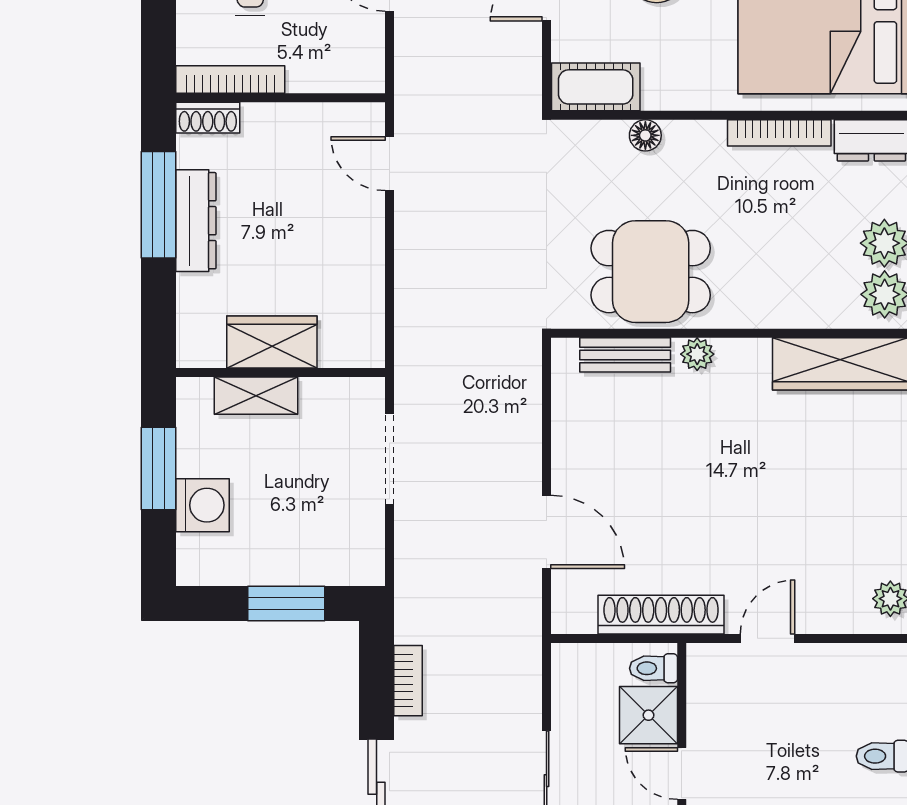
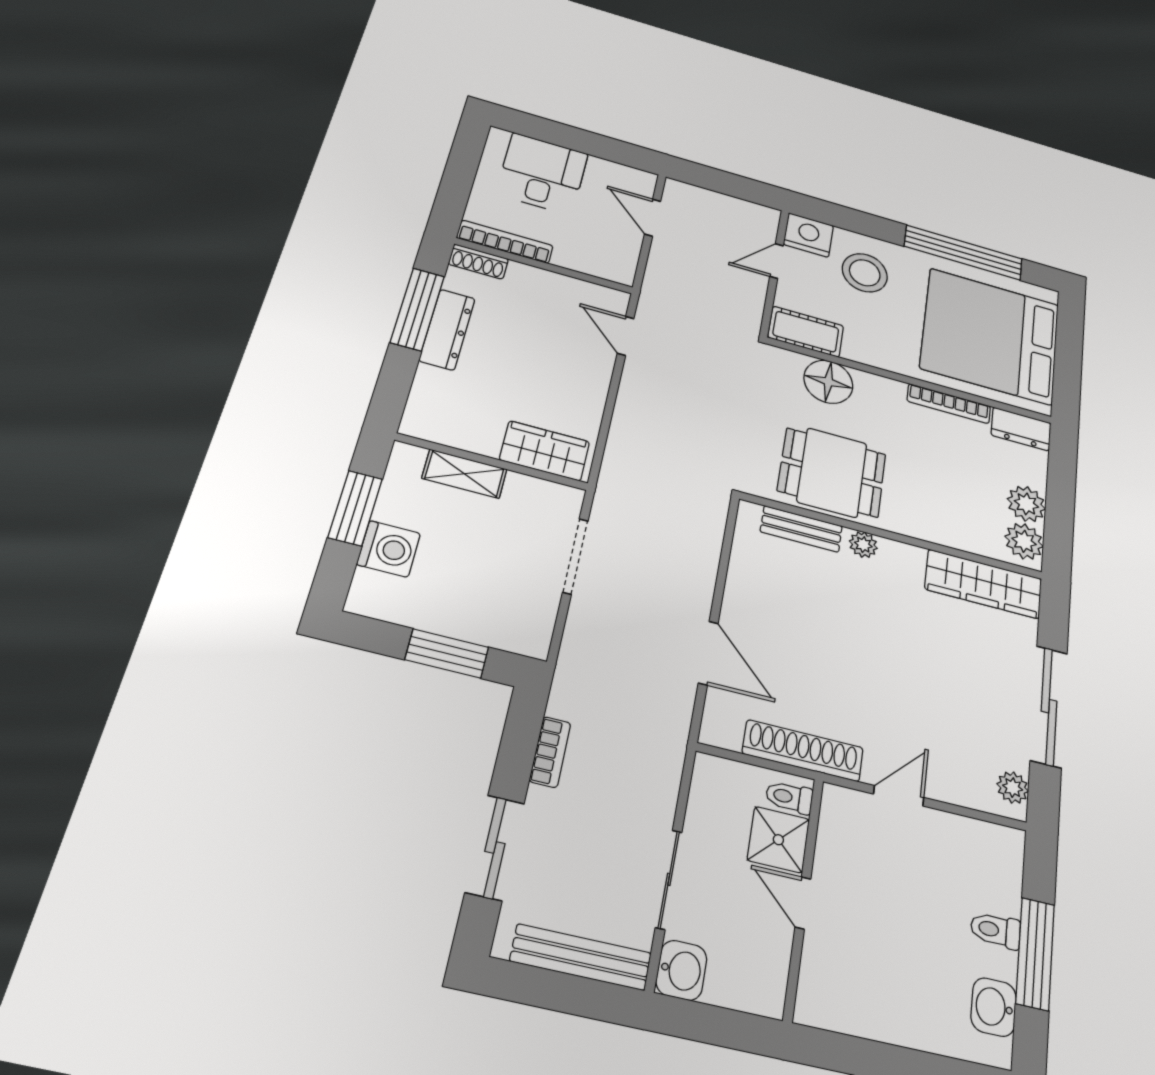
floor lamp: (645, 135) -> (828, 382), width x1.89, depth x1.89
wardrobe: (272, 342) -> (545, 451), moved

